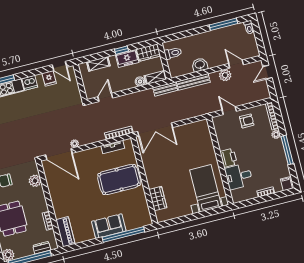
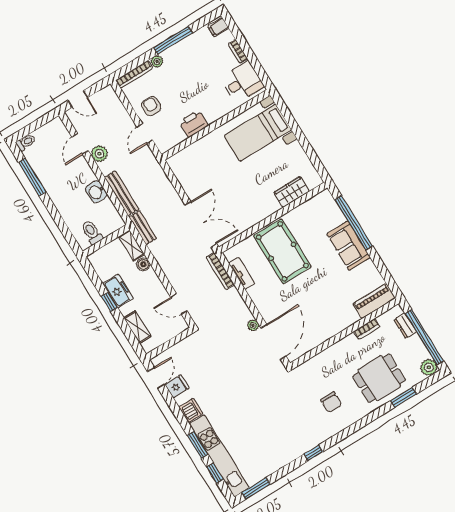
wardrobe: (149, 53) -> (101, 265), removed
printer: (229, 158) -> (194, 124), moved
desk: (239, 176) -> (242, 82), moved, turned -90
plant: (35, 181) -> (319, 363), removed

